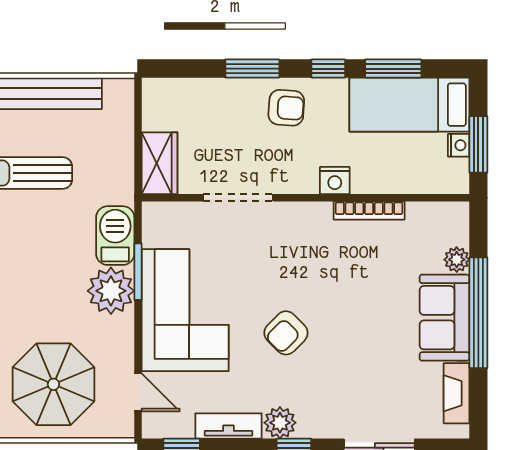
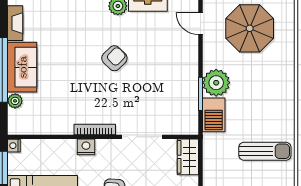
nightstand: (459, 145) -> (14, 146), moved
bookcase: (369, 210) -> (95, 129), moved
corner sofa: (185, 310) -> (173, 71), removed

